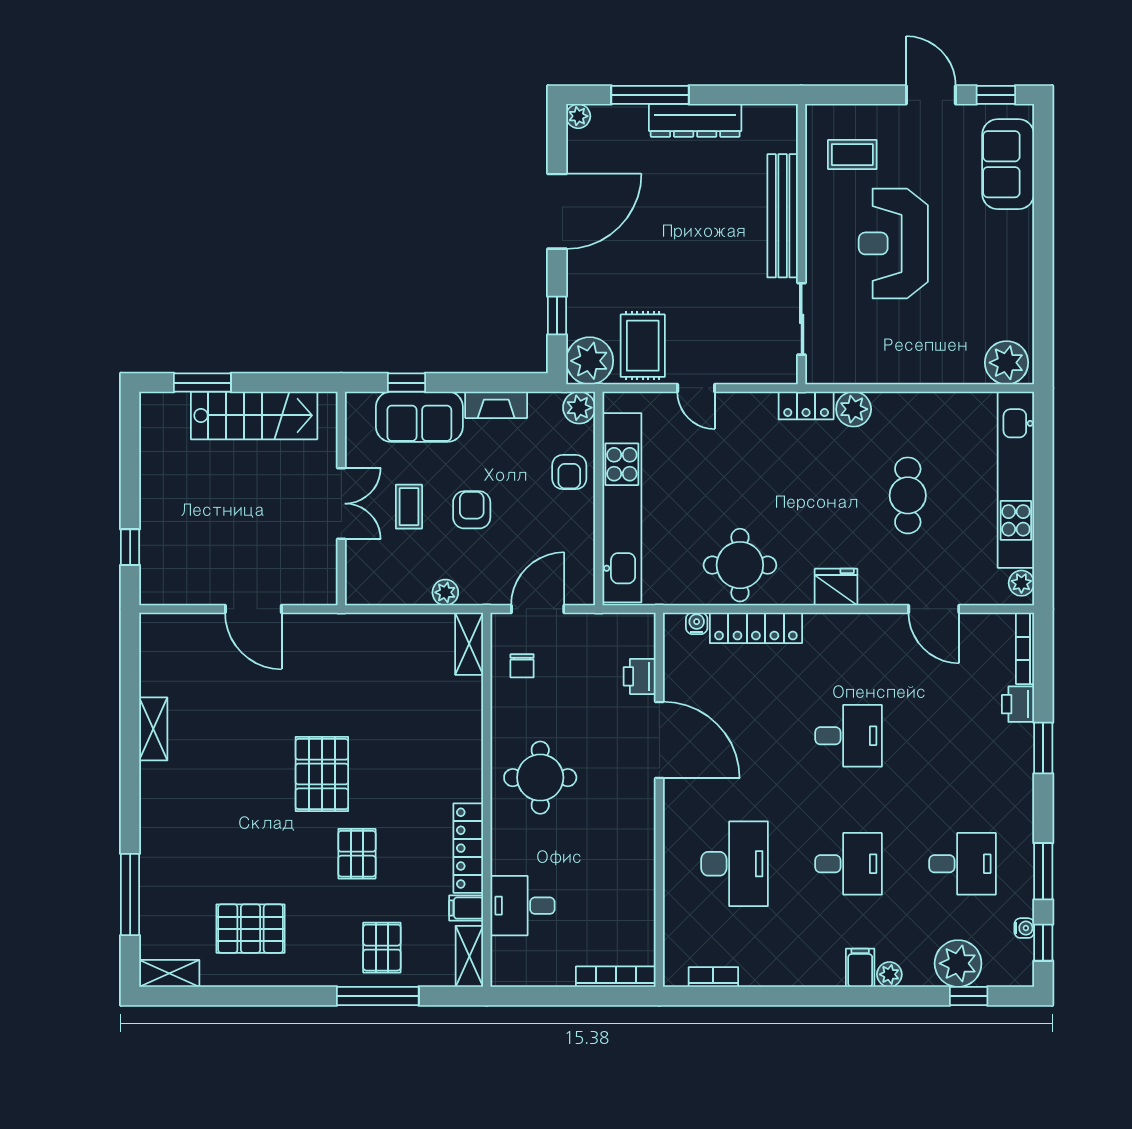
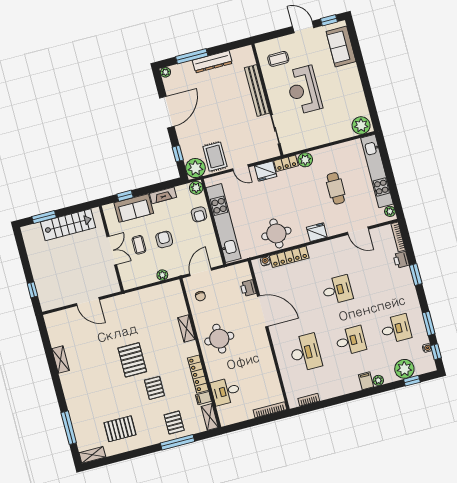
fridge: (753, 411) -> (266, 171), added
shelving: (469, 644) -> (186, 329), moved

